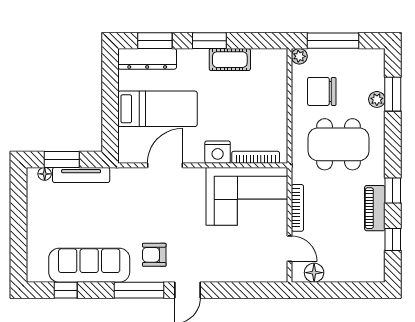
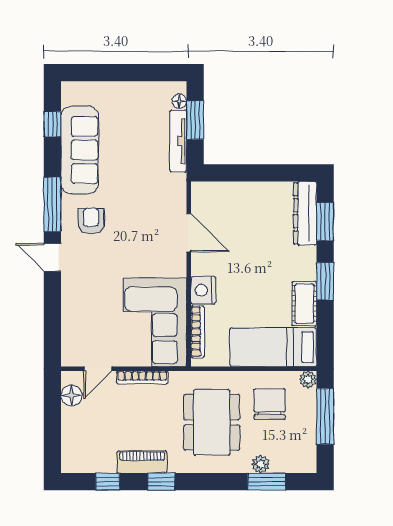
bed: (157, 109) -> (273, 347), moved, turned 90

